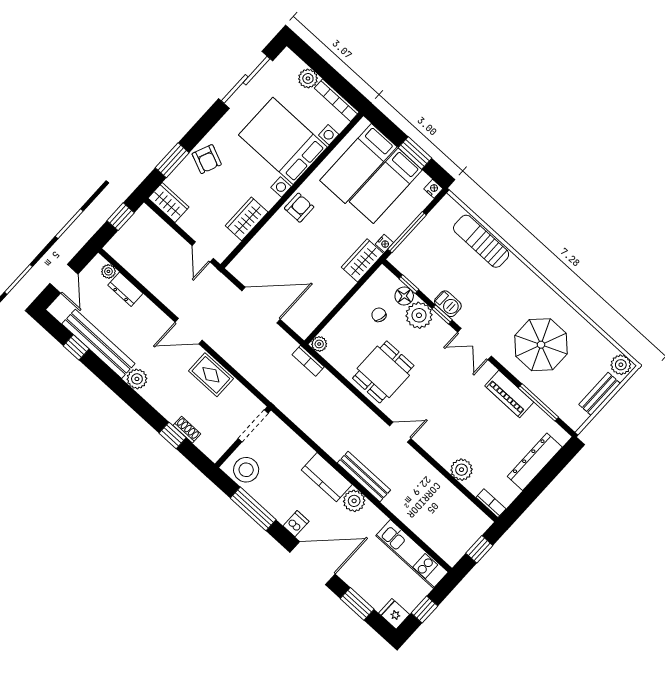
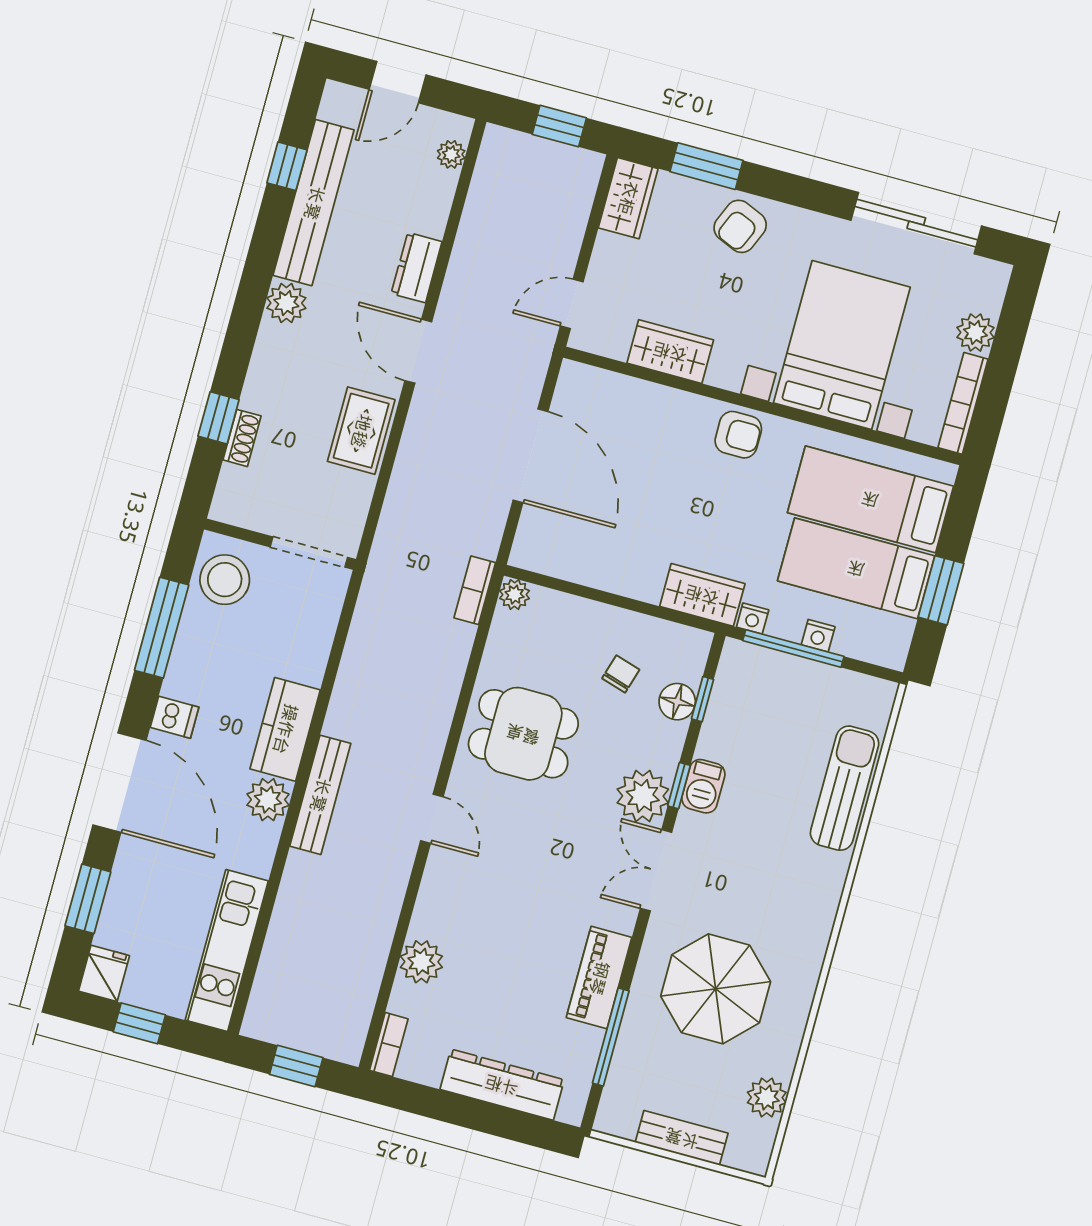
nightstand: (433, 189) -> (818, 636), moved, turned 90
dresser: (125, 289) -> (417, 268), moved
plant: (419, 315) -> (643, 796), moved
plant: (621, 365) -> (767, 1098), moved

